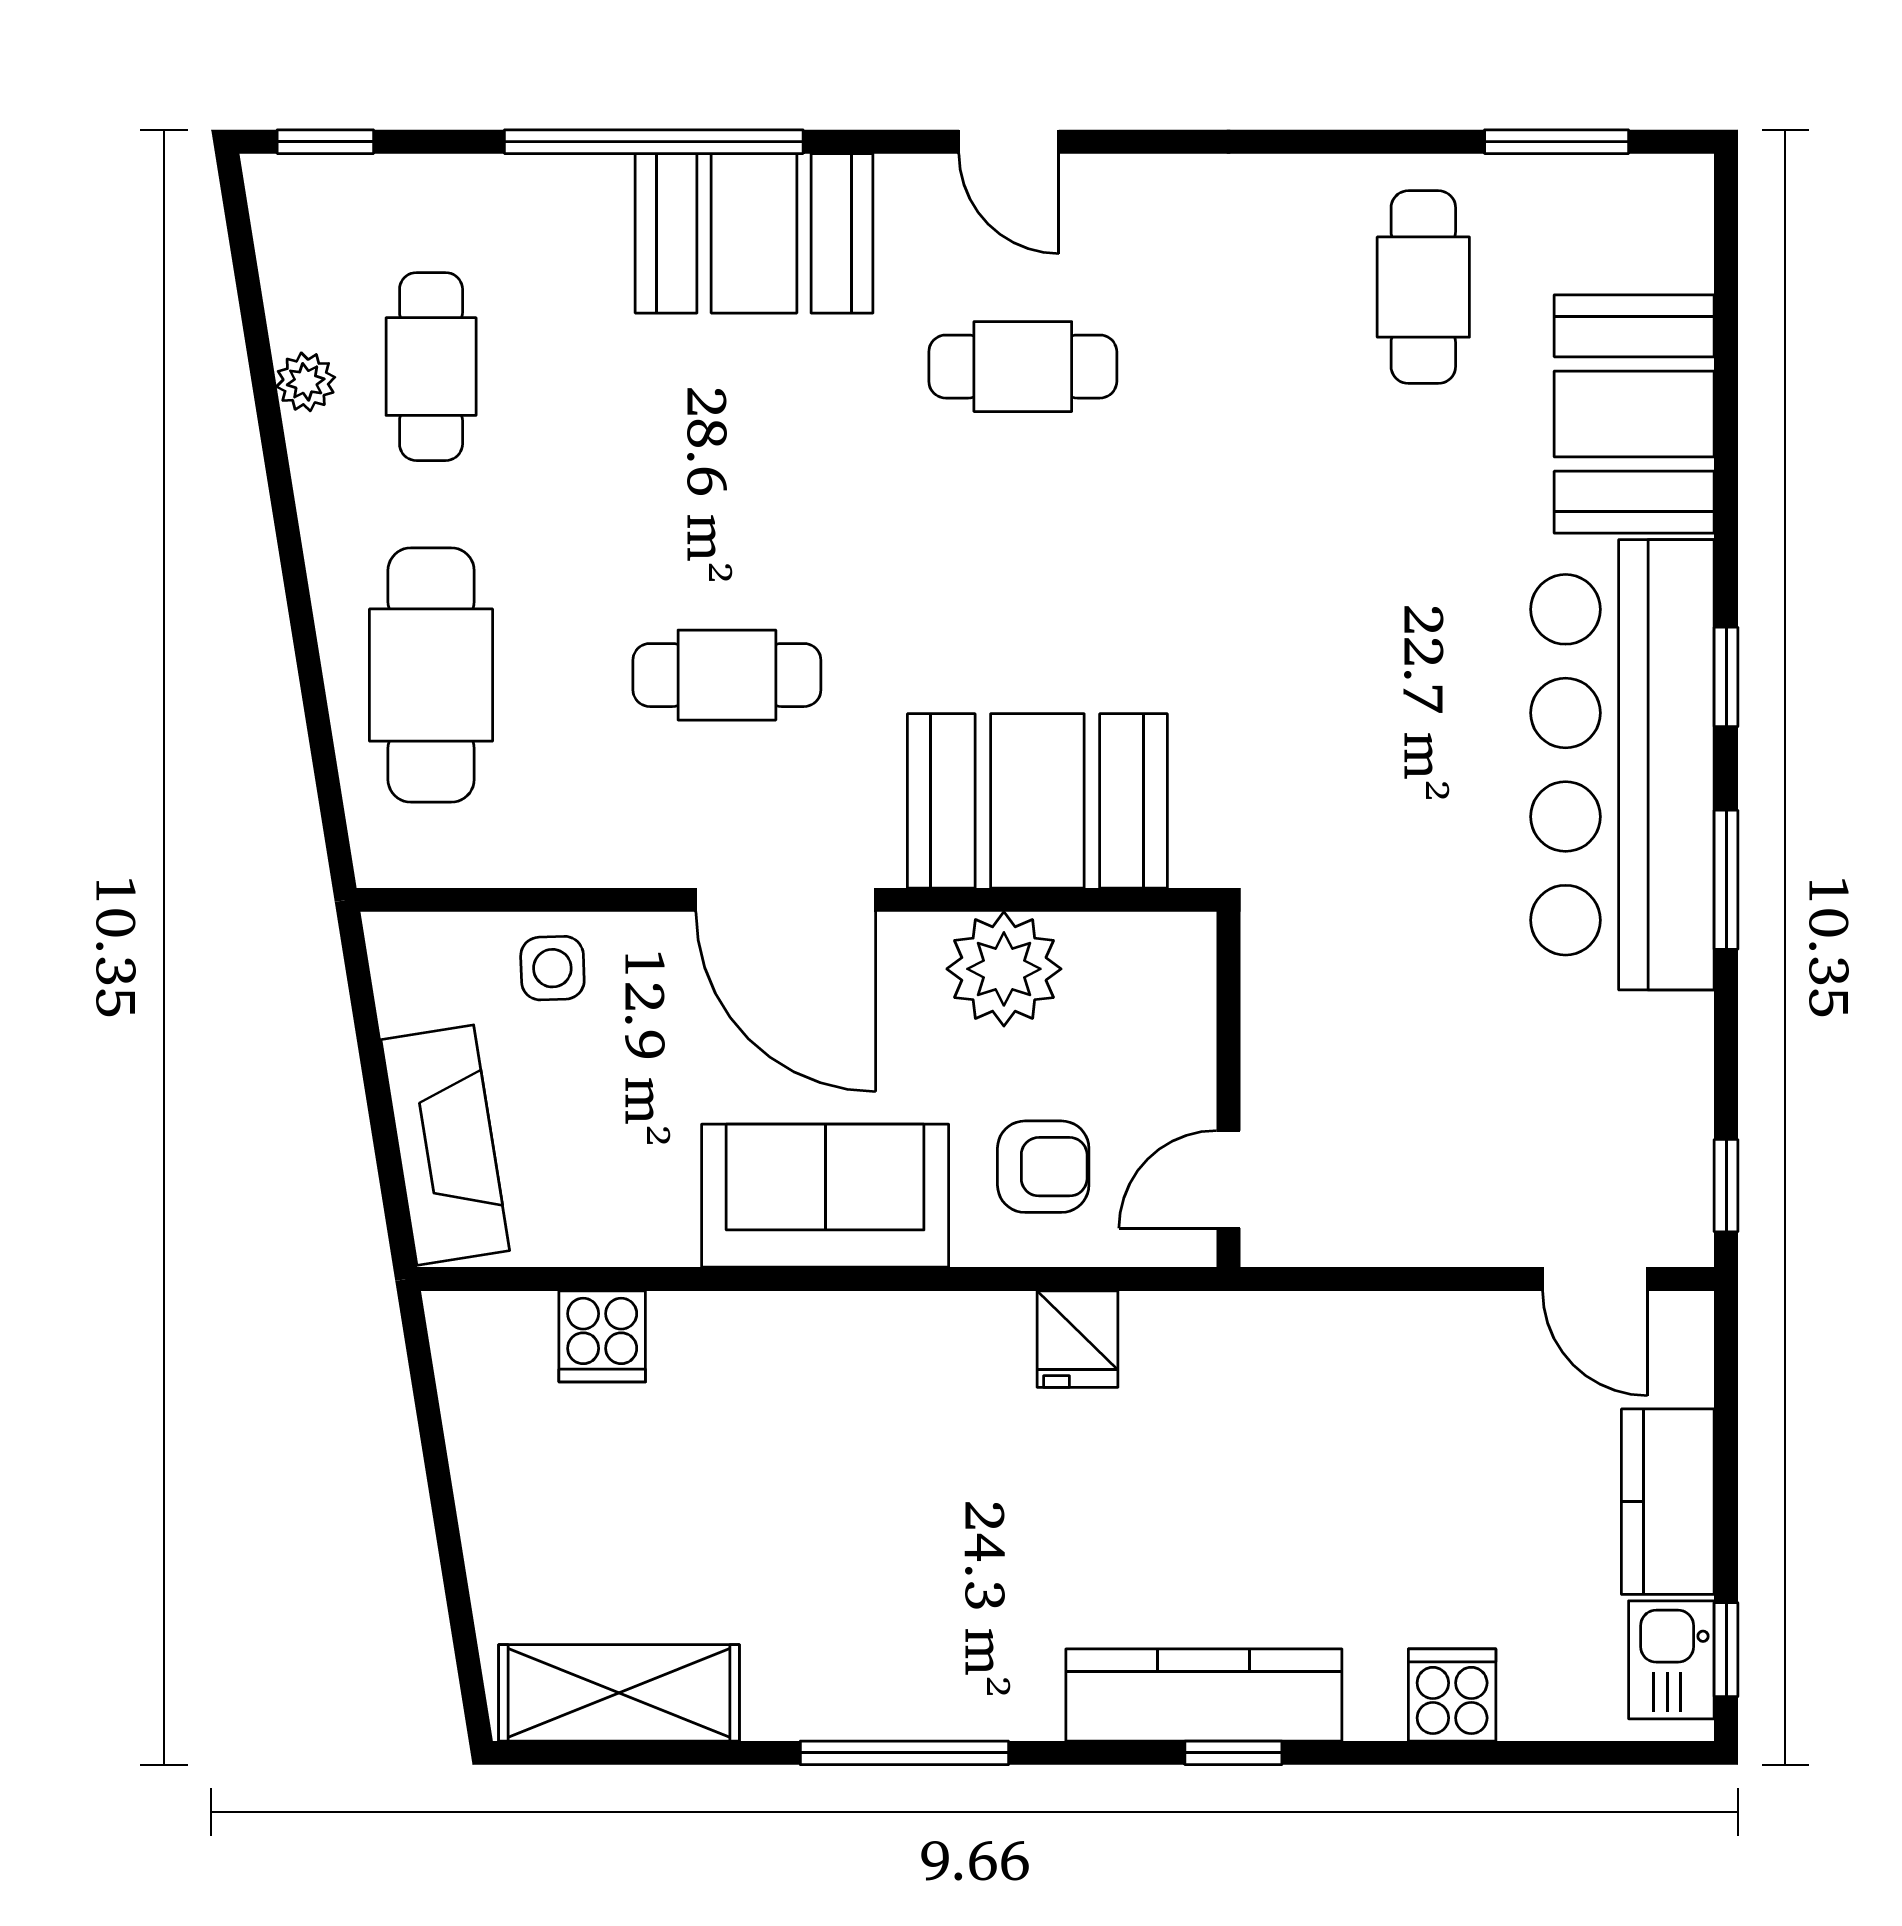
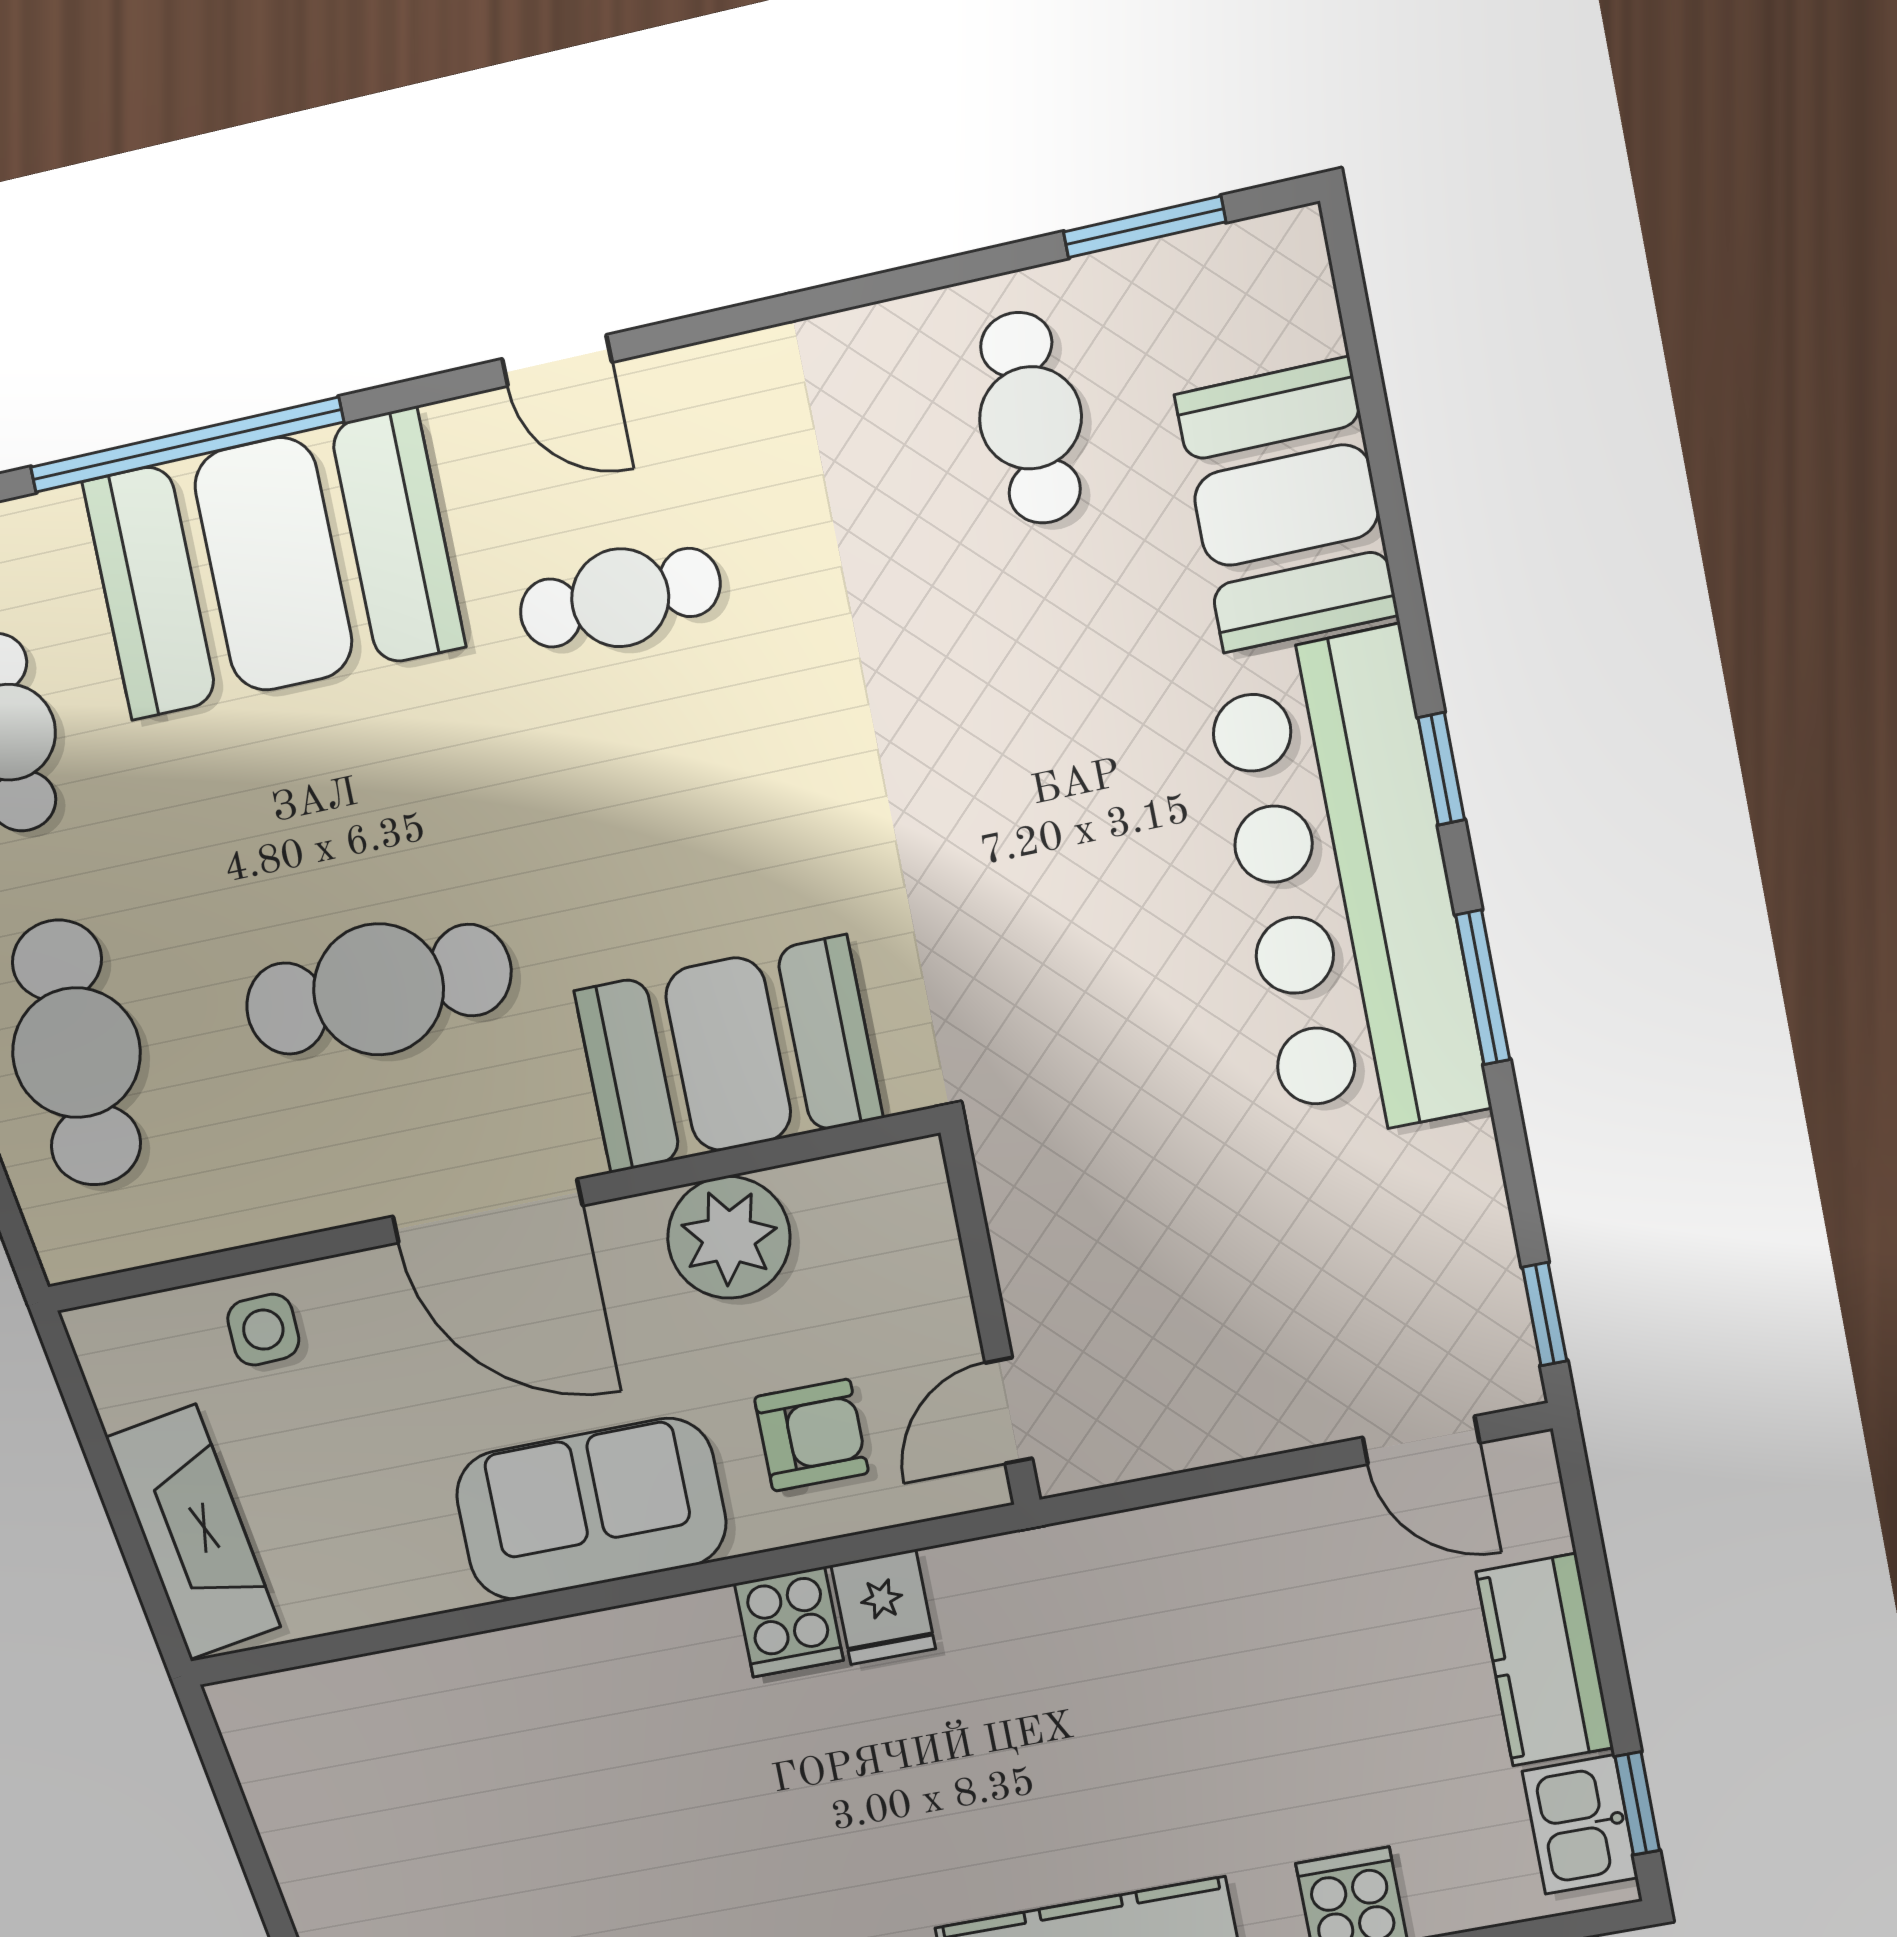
booth: (754, 233) -> (273, 564), width x1.36, depth x1.42
cafe table: (727, 675) -> (379, 989), width x1.37, depth x1.35
cooker: (602, 1336) -> (789, 1622), moved

